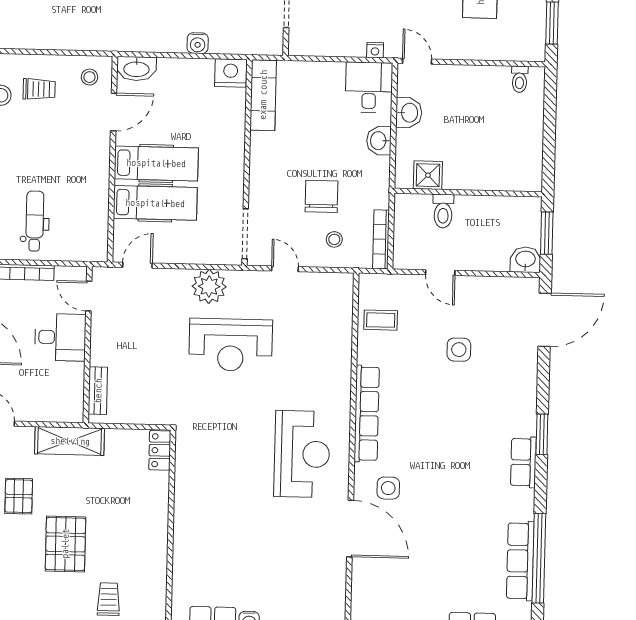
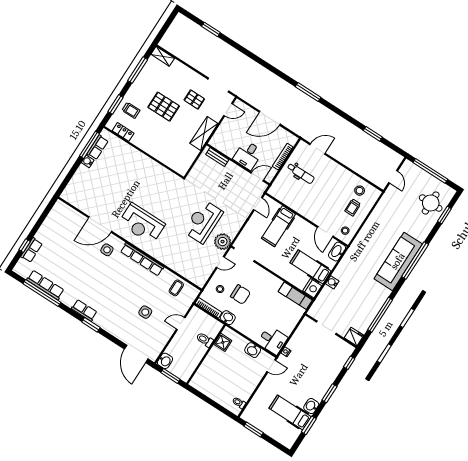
washbasin: (379, 141) -> (228, 318), moved
hospital bed: (156, 163) -> (311, 267), moved, turned 90
plant: (209, 286) -> (223, 242), moved
locker: (160, 450) -> (123, 132), moved

